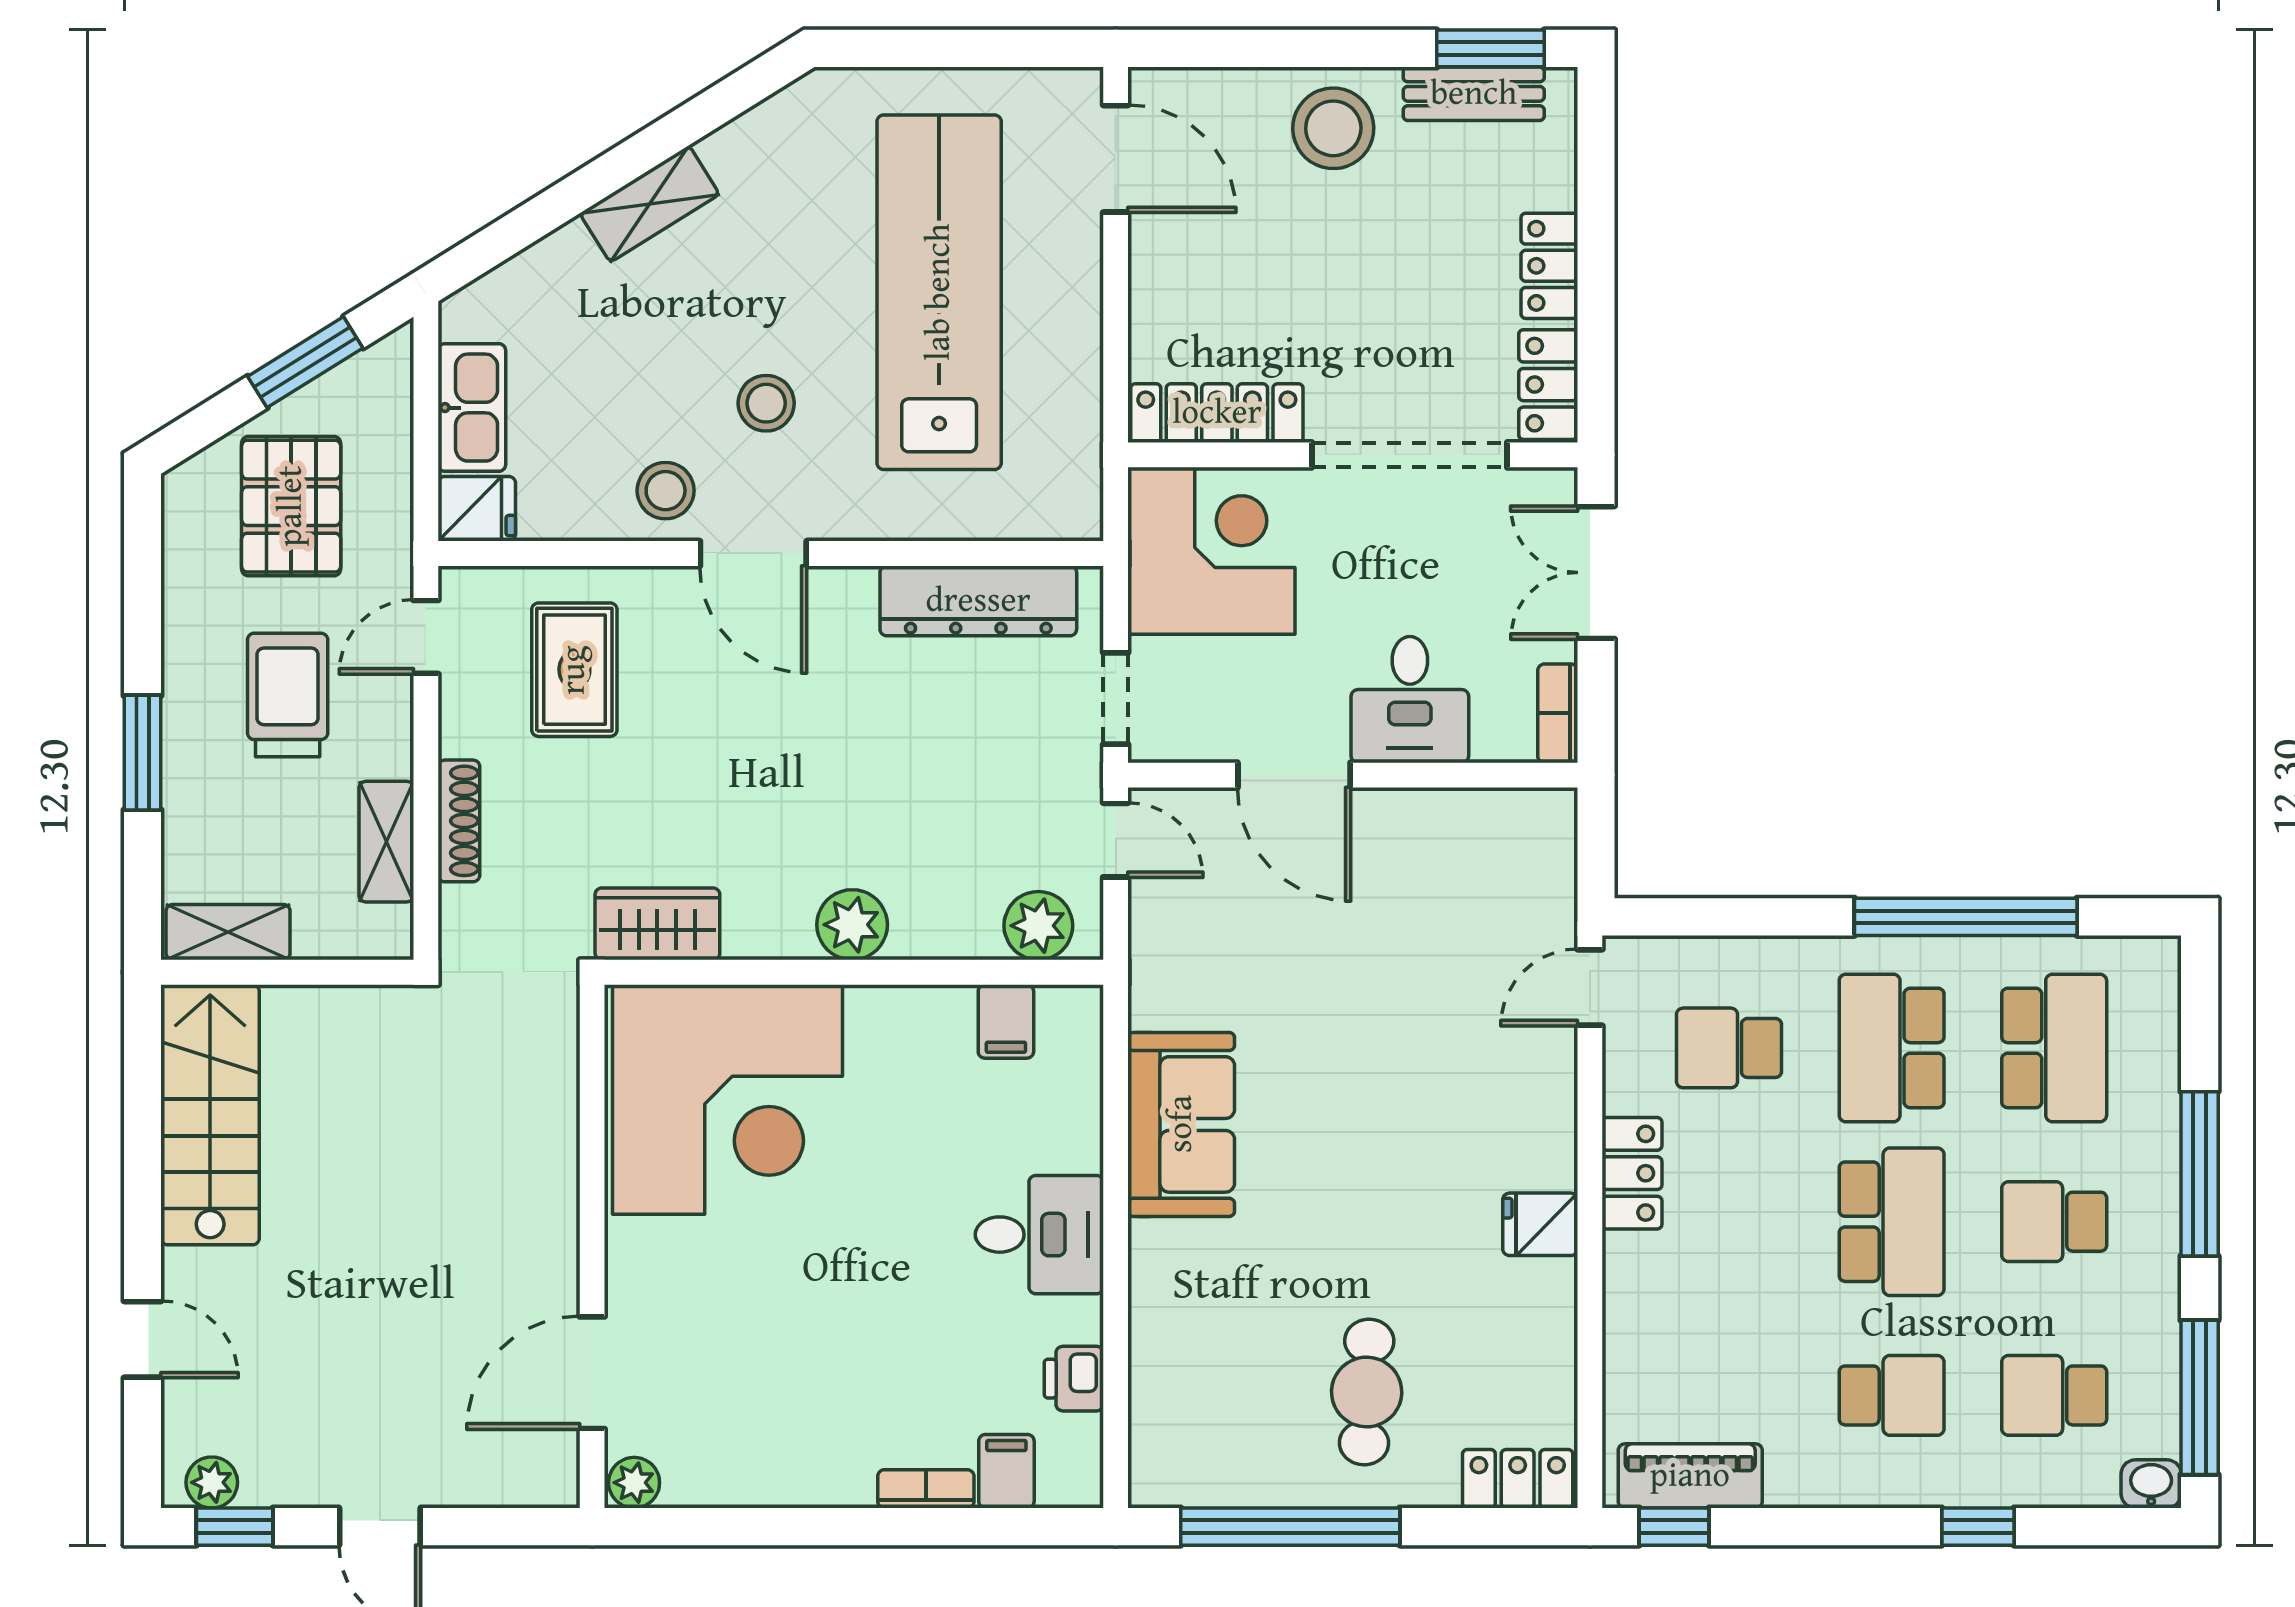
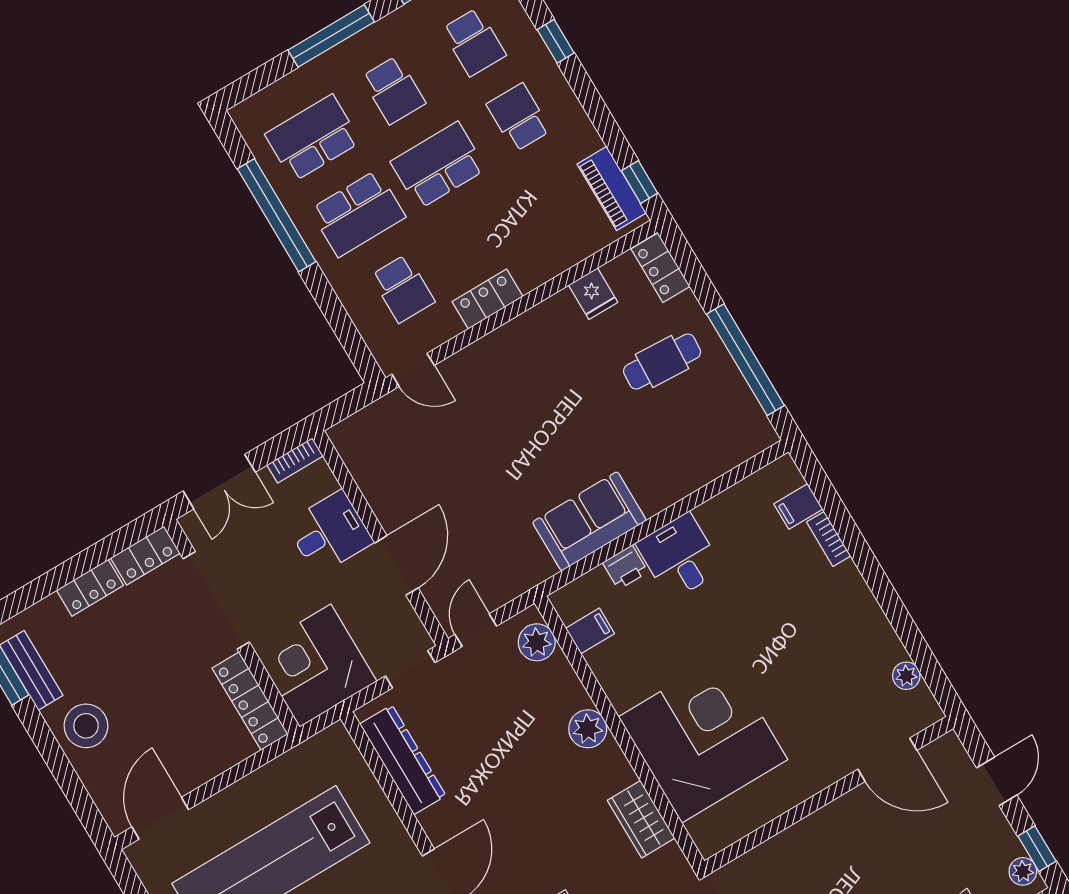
fridge: (1540, 1224) -> (593, 294), moved
wall: (592, 1246) -> (829, 795), moved
door: (592, 1373) -> (887, 760), moved
printer: (1074, 1379) -> (625, 567), moved

